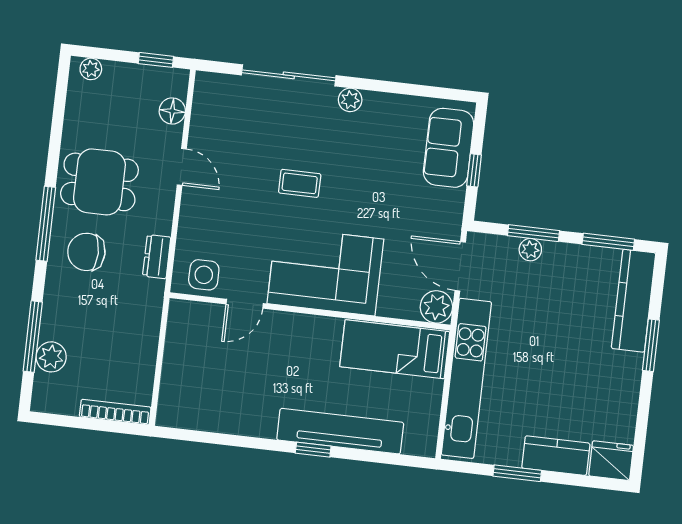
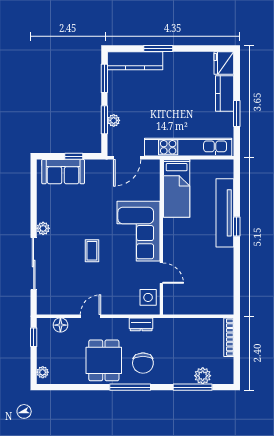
plant: (436, 307) -> (151, 168), removed

